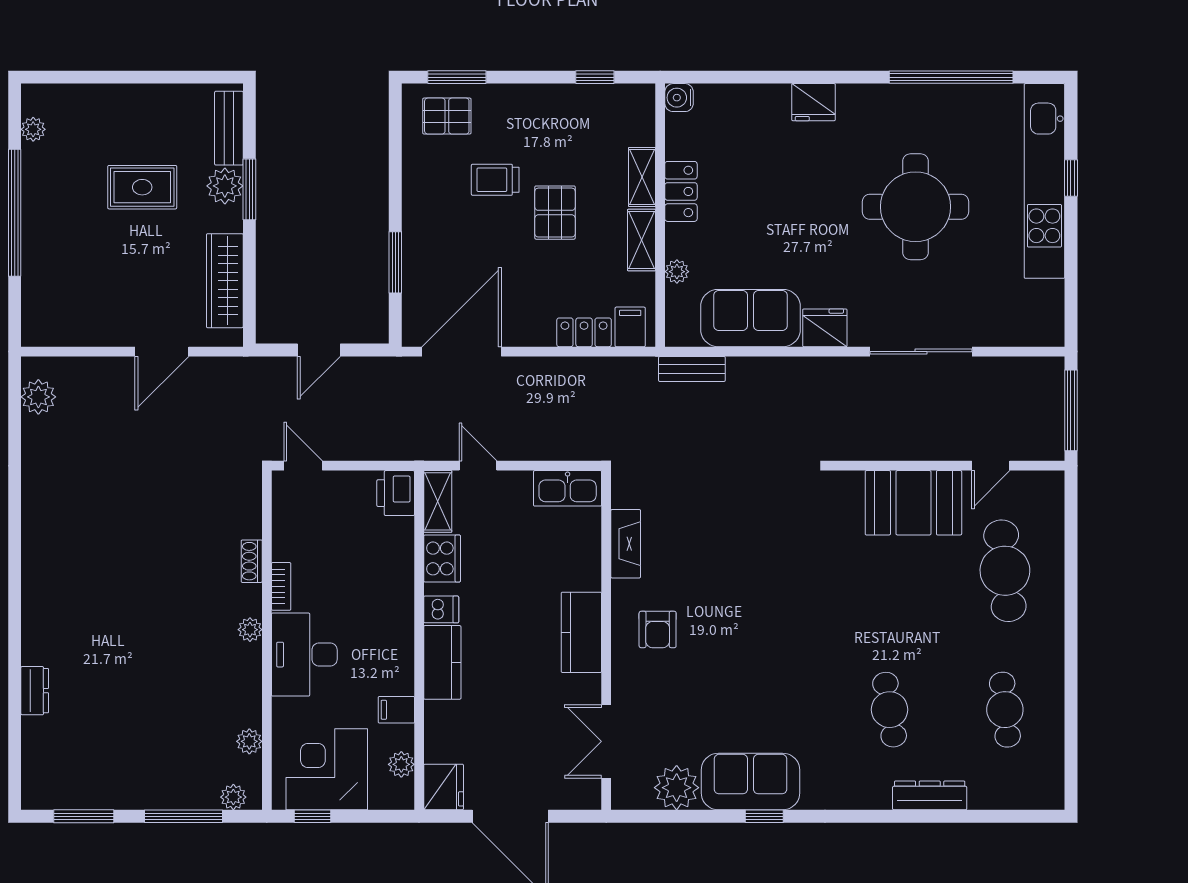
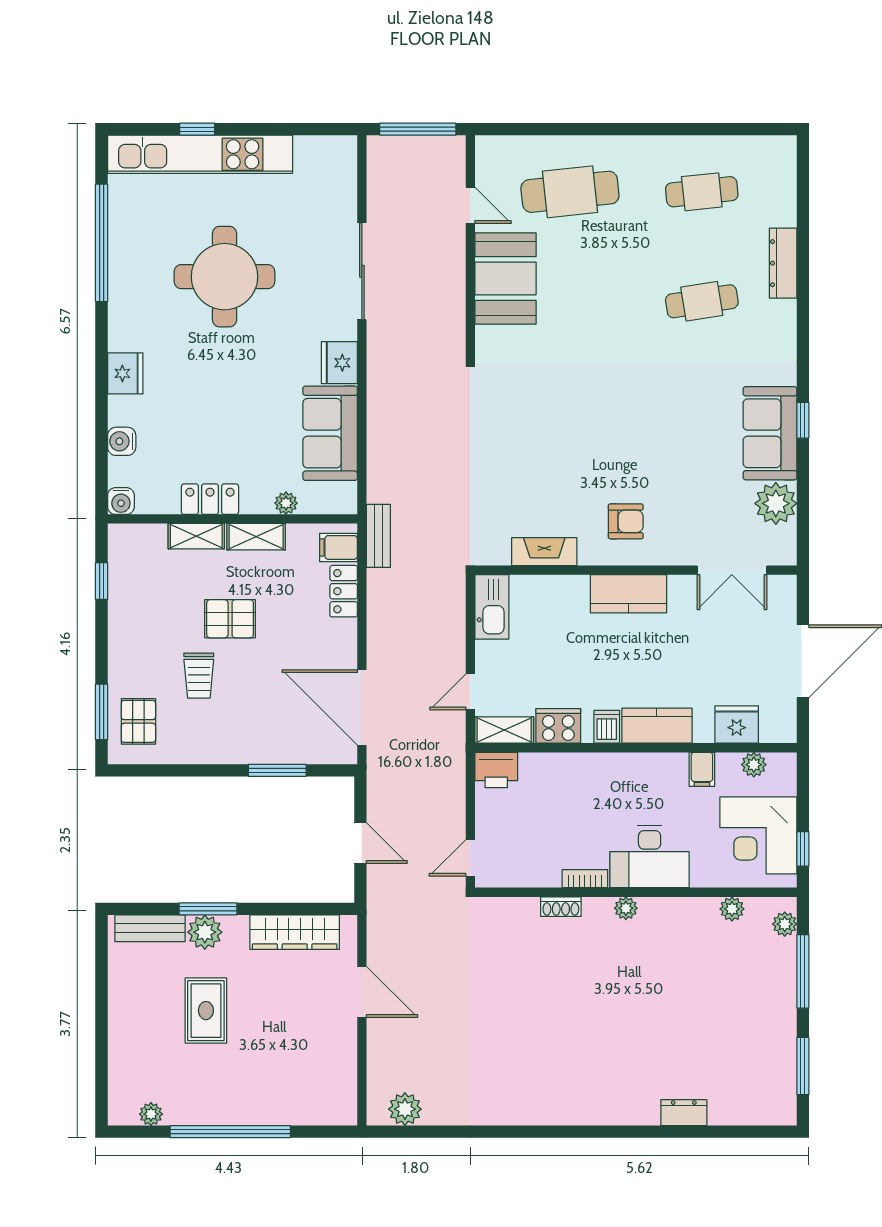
water cooler: (742, 98) -> (122, 441), added
bench: (692, 369) -> (378, 536), moved
fridge: (444, 787) -> (737, 725), moved

